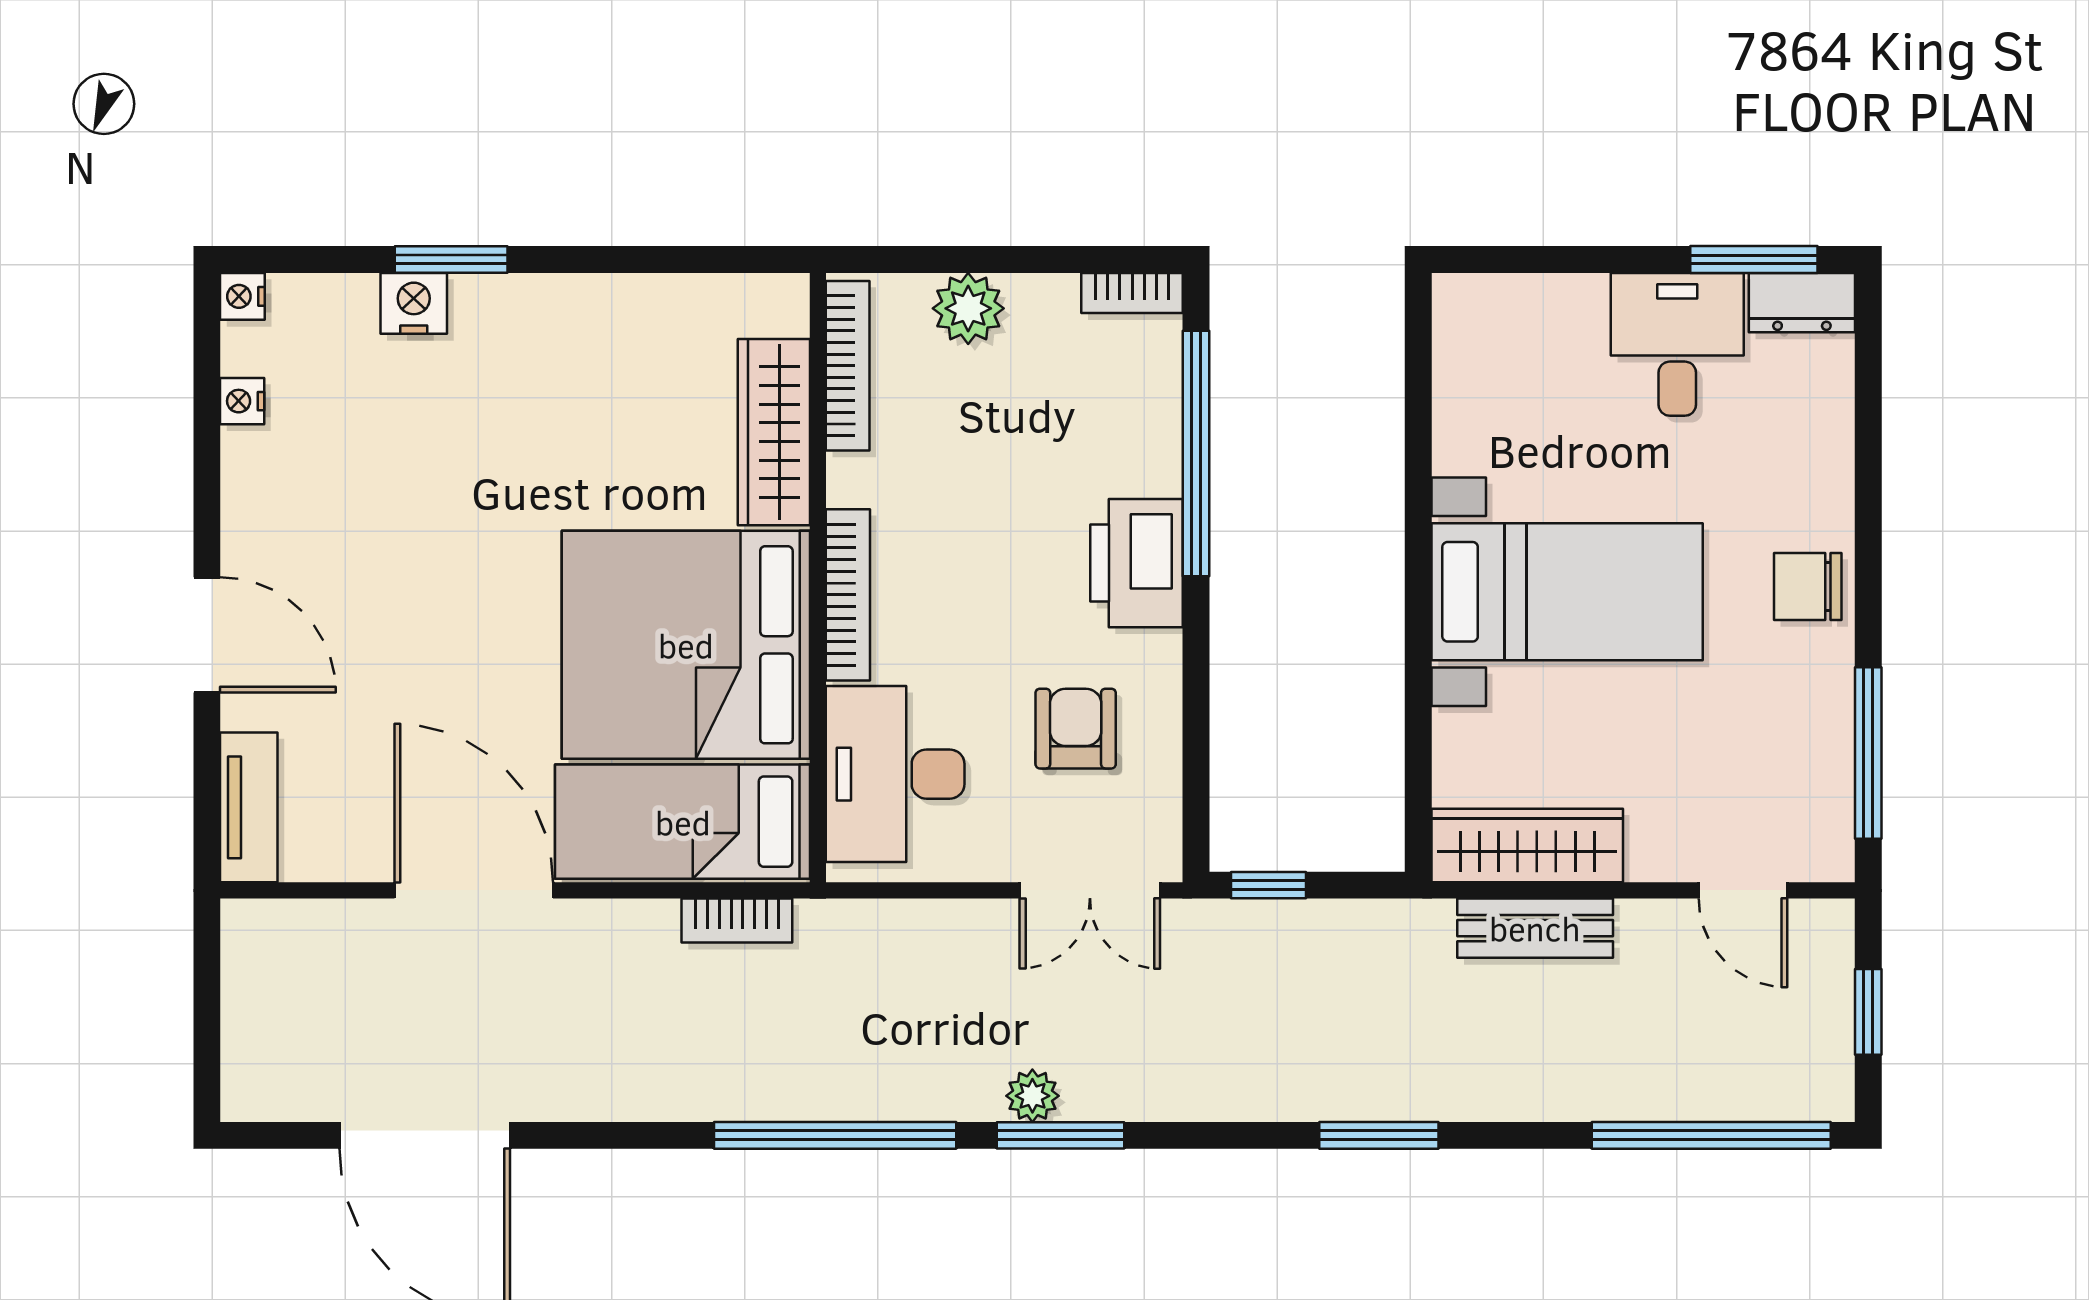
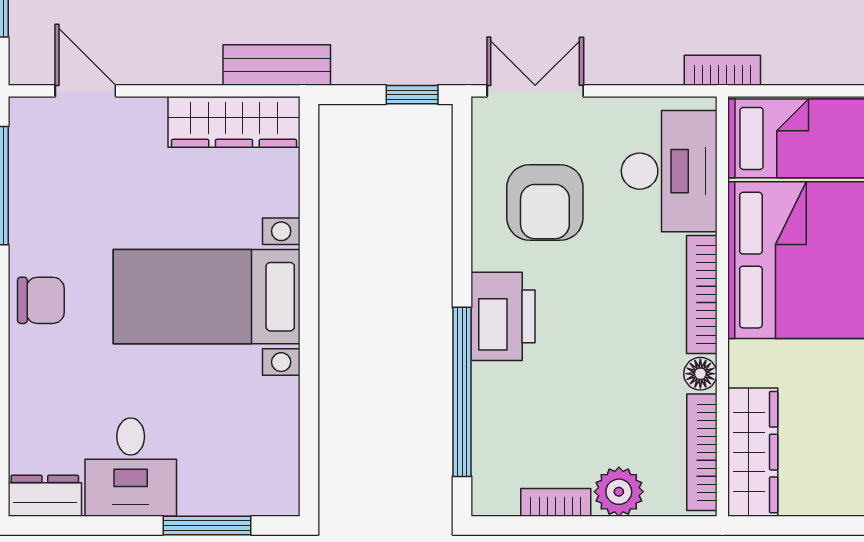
window: (1754, 259) -> (207, 525), moved
bookcase: (1132, 293) -> (556, 502), moved
wardrobe: (774, 432) -> (753, 452), moved
floor lamp: (850, 480) -> (700, 374), added
armchair: (1076, 729) -> (545, 202), width x1.38, depth x1.38
bookcase: (737, 921) -> (722, 70), moved
bench: (1535, 928) -> (277, 65), moved

